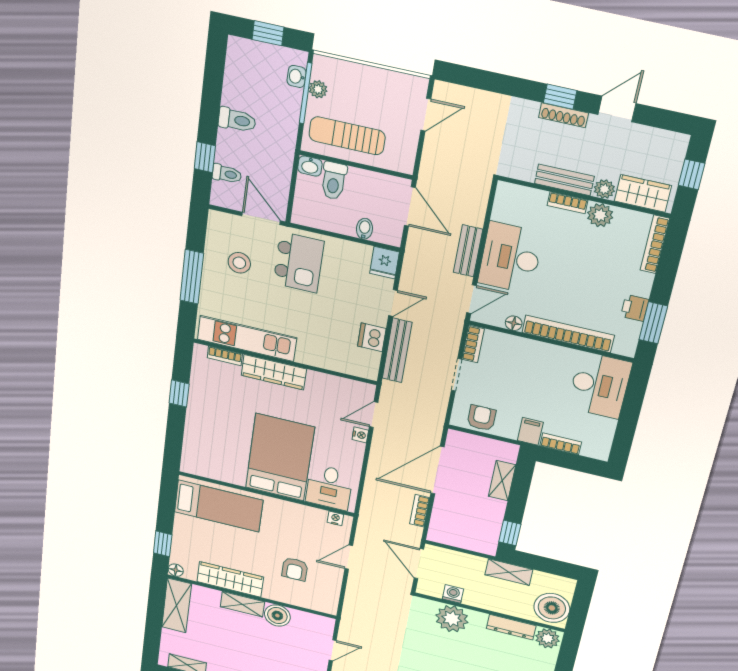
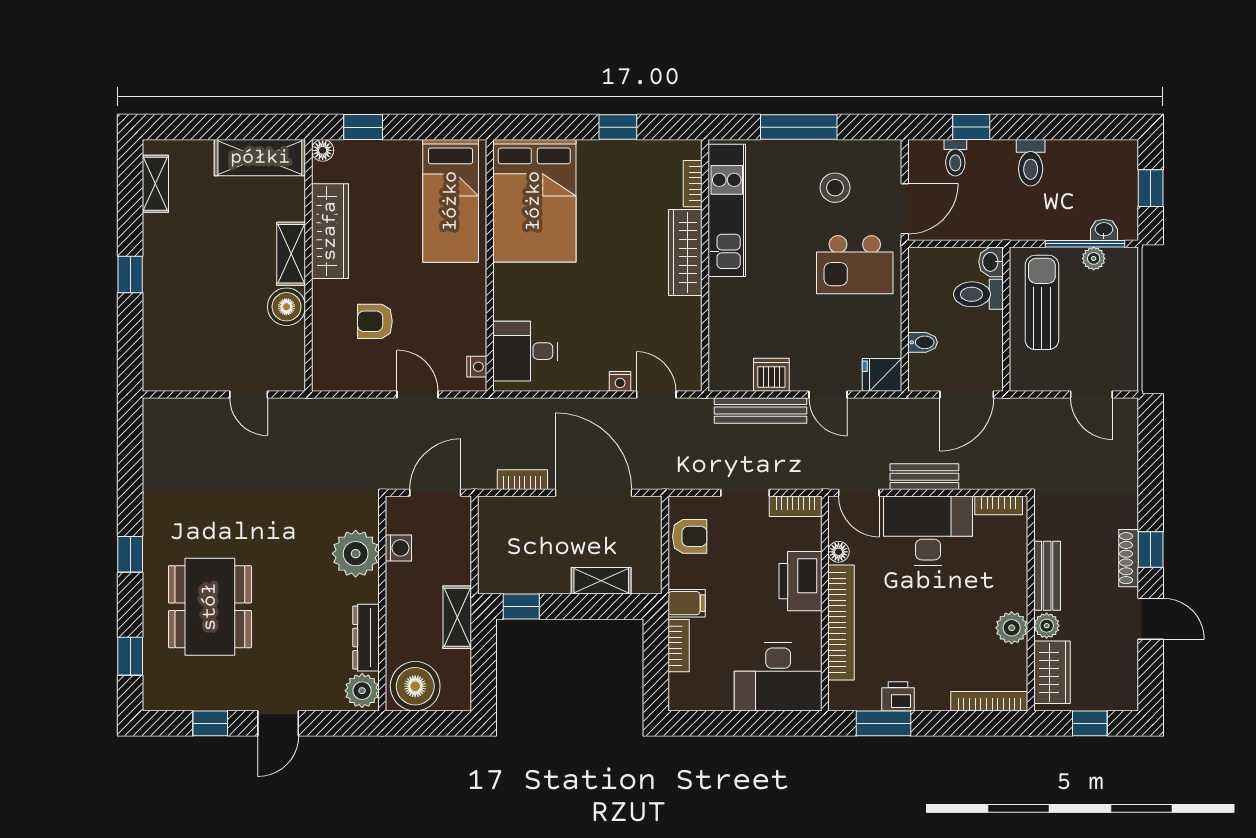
bookcase: (567, 203) -> (999, 505), moved, turned -90
printer: (530, 354) -> (800, 581), added
bed: (280, 457) -> (534, 201), moved, turned 90

